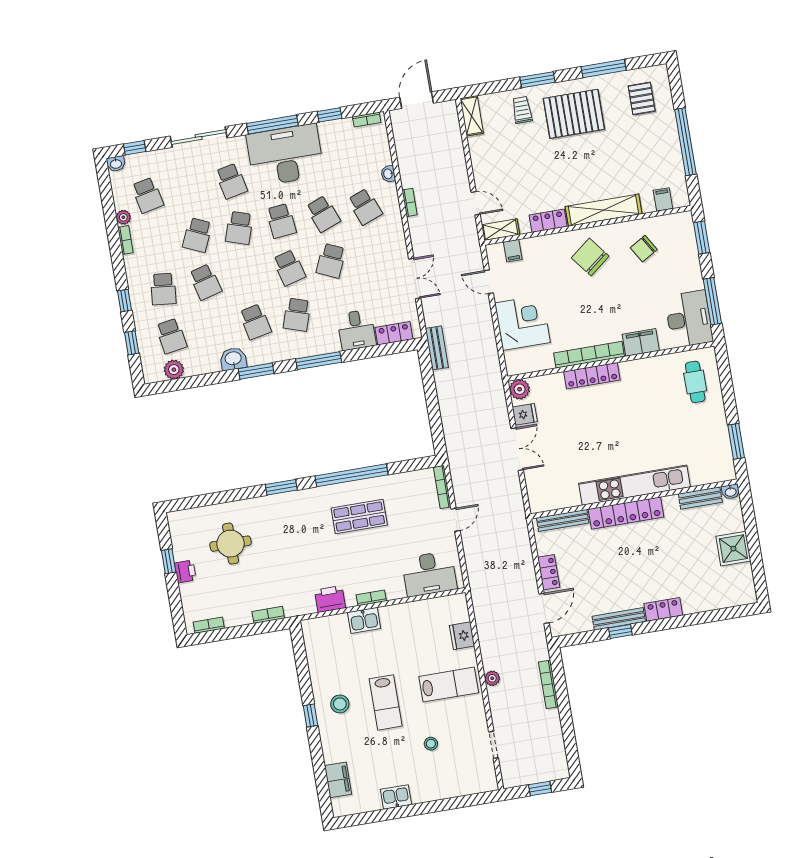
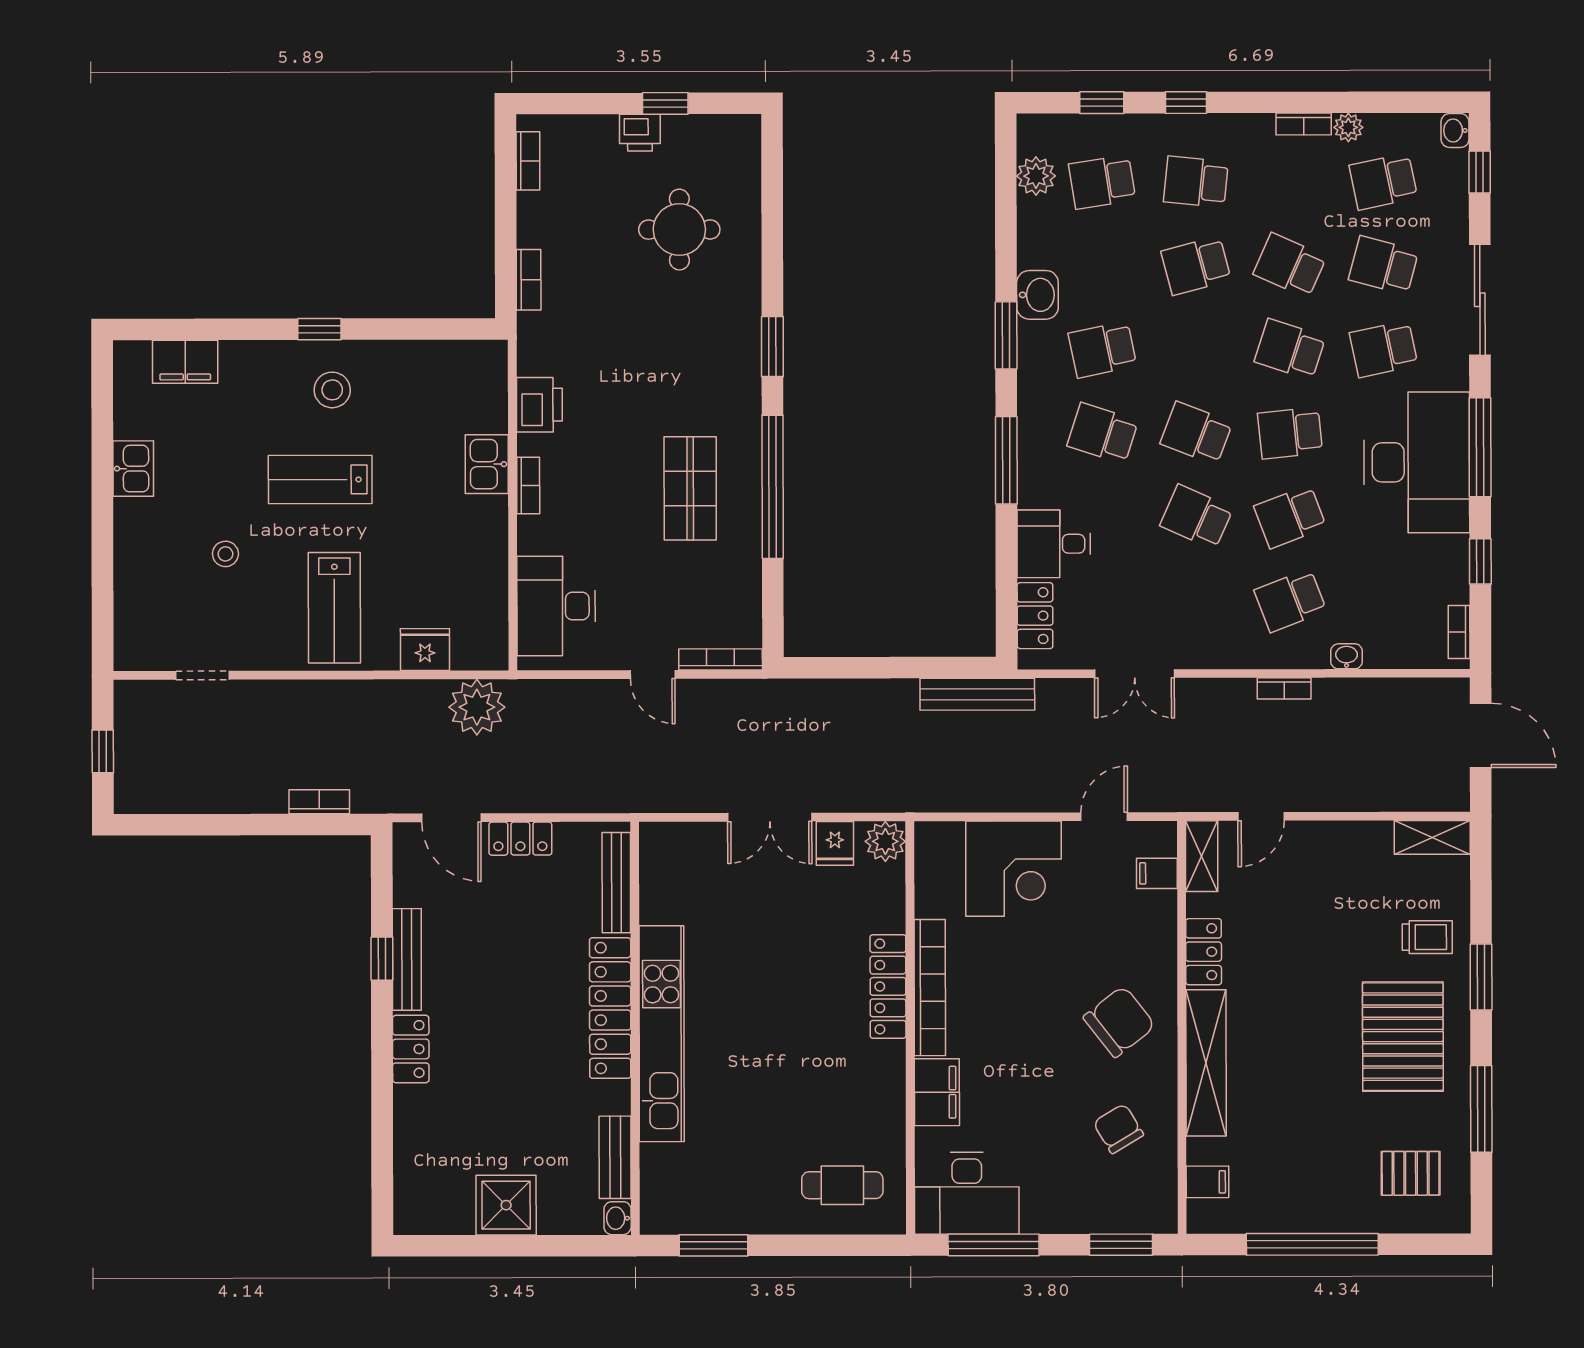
school desk: (189, 188) -> (1383, 265), added
school desk: (289, 268) -> (1196, 433), turned 36
bench: (437, 348) -> (977, 694), width x1.36
plant: (492, 678) -> (477, 707), moved, width x1.88, depth x1.88
bookcase: (548, 684) -> (319, 802), width x0.64

